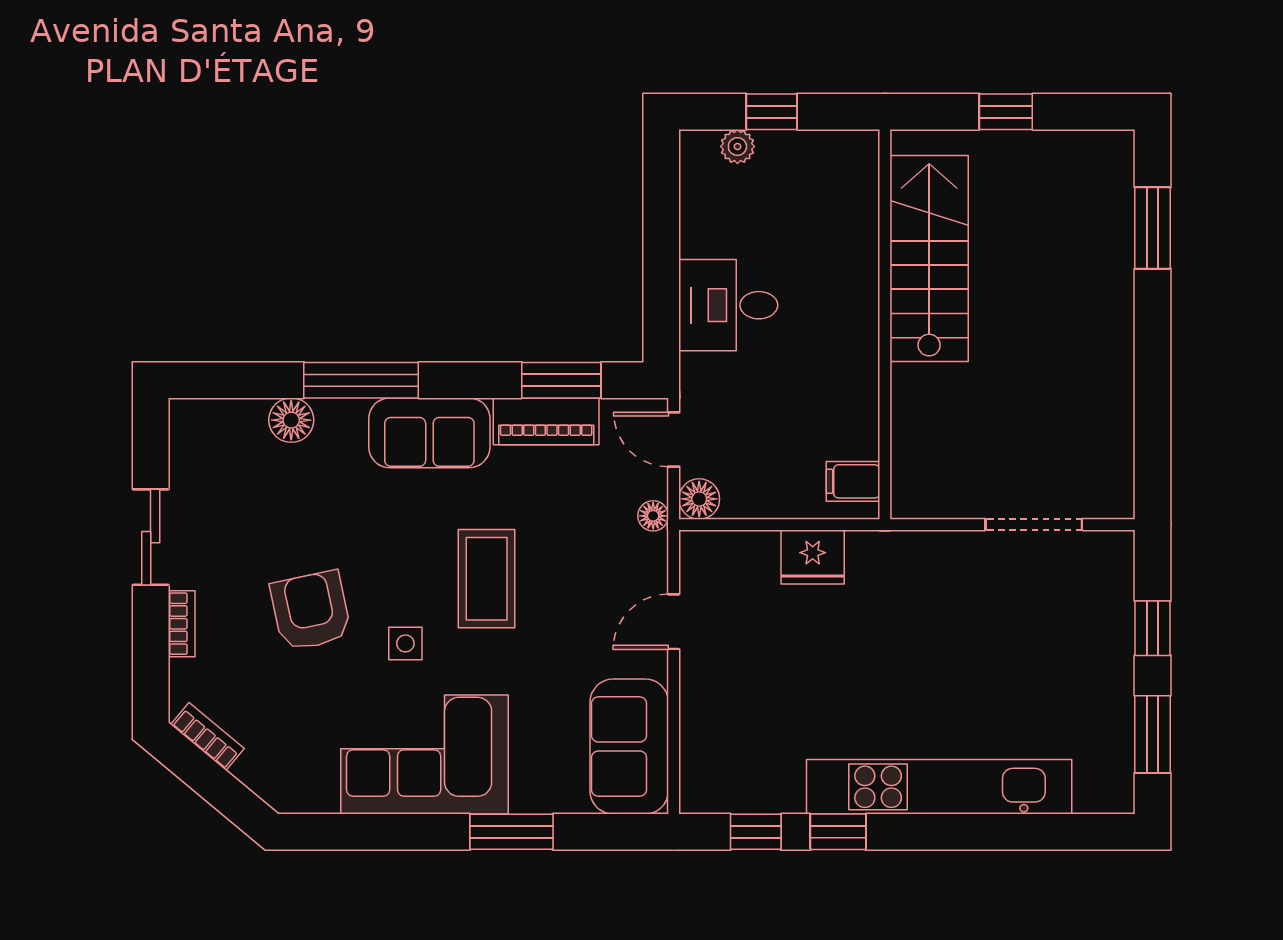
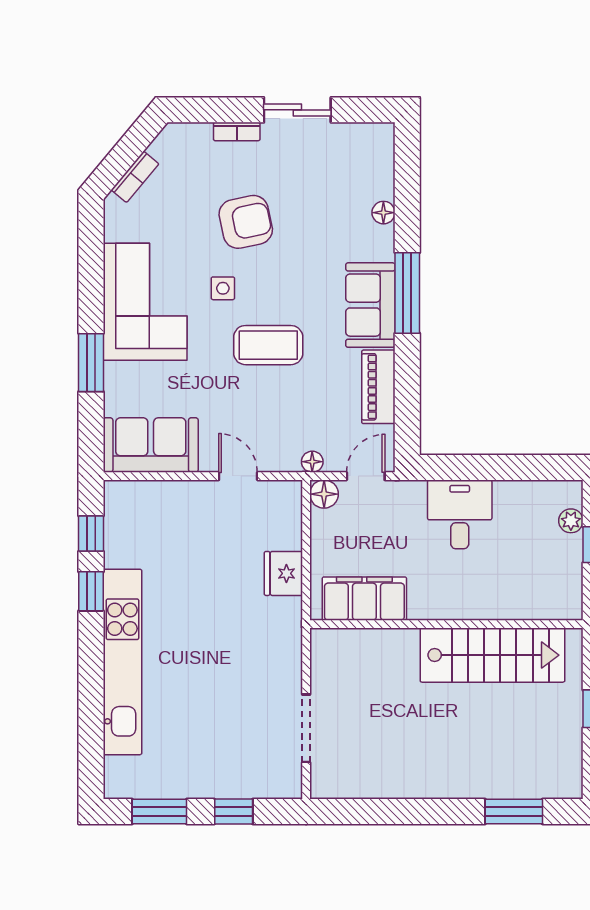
window: (361, 380) -> (407, 293), moved
window: (561, 380) -> (407, 397), removed
floor lamp: (291, 420) -> (383, 213), width x0.73, depth x0.73
filing cabinet: (853, 481) -> (364, 599), width x3.00, depth x1.17
bookcase: (207, 737) -> (135, 177), moved

